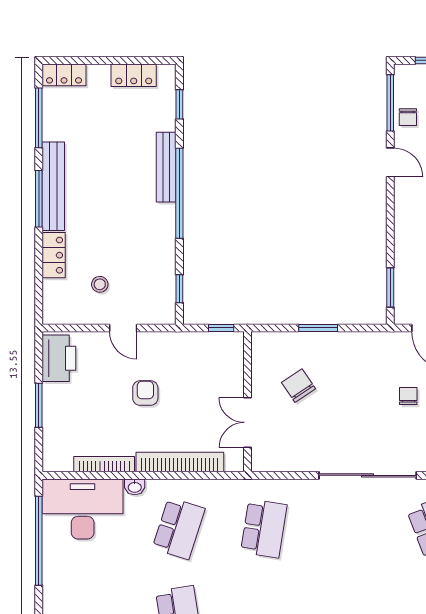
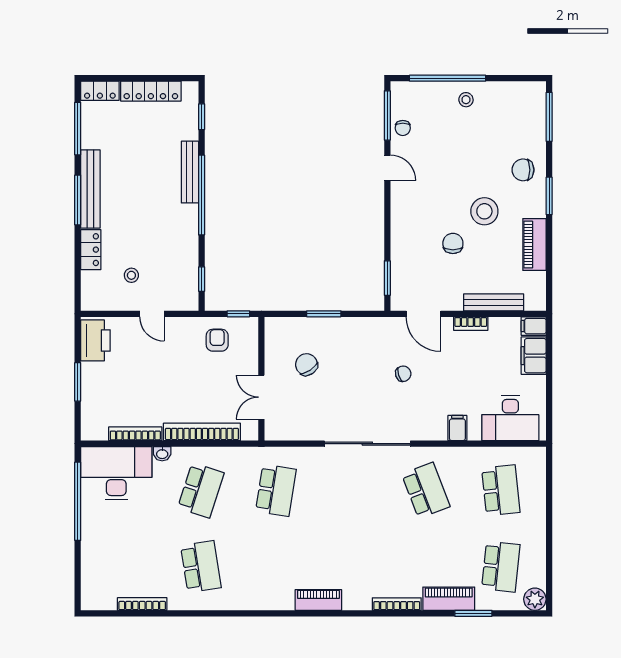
locker: (134, 75) -> (151, 91), width x1.53
armchair: (145, 393) -> (217, 340), moved
chair: (408, 396) -> (403, 374), turned 72

